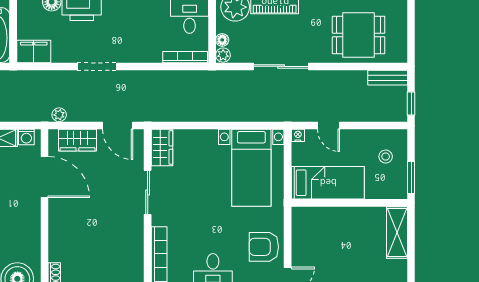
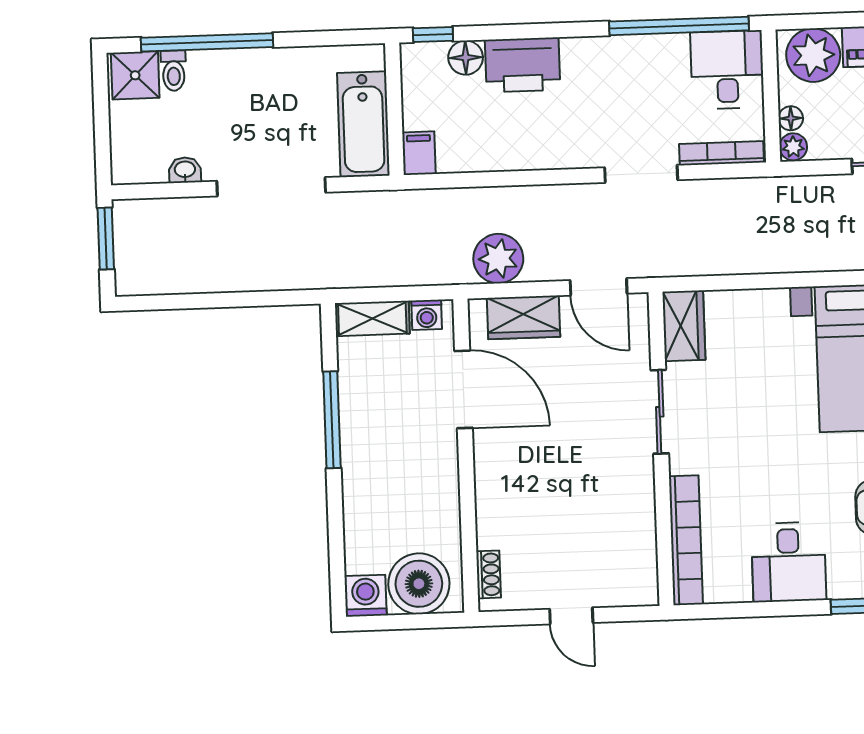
filing cabinet: (34, 52) -> (419, 153), width x0.50
doorway: (97, 66) -> (641, 174), moved
plant: (59, 115) -> (498, 259), width x1.88, depth x1.88

